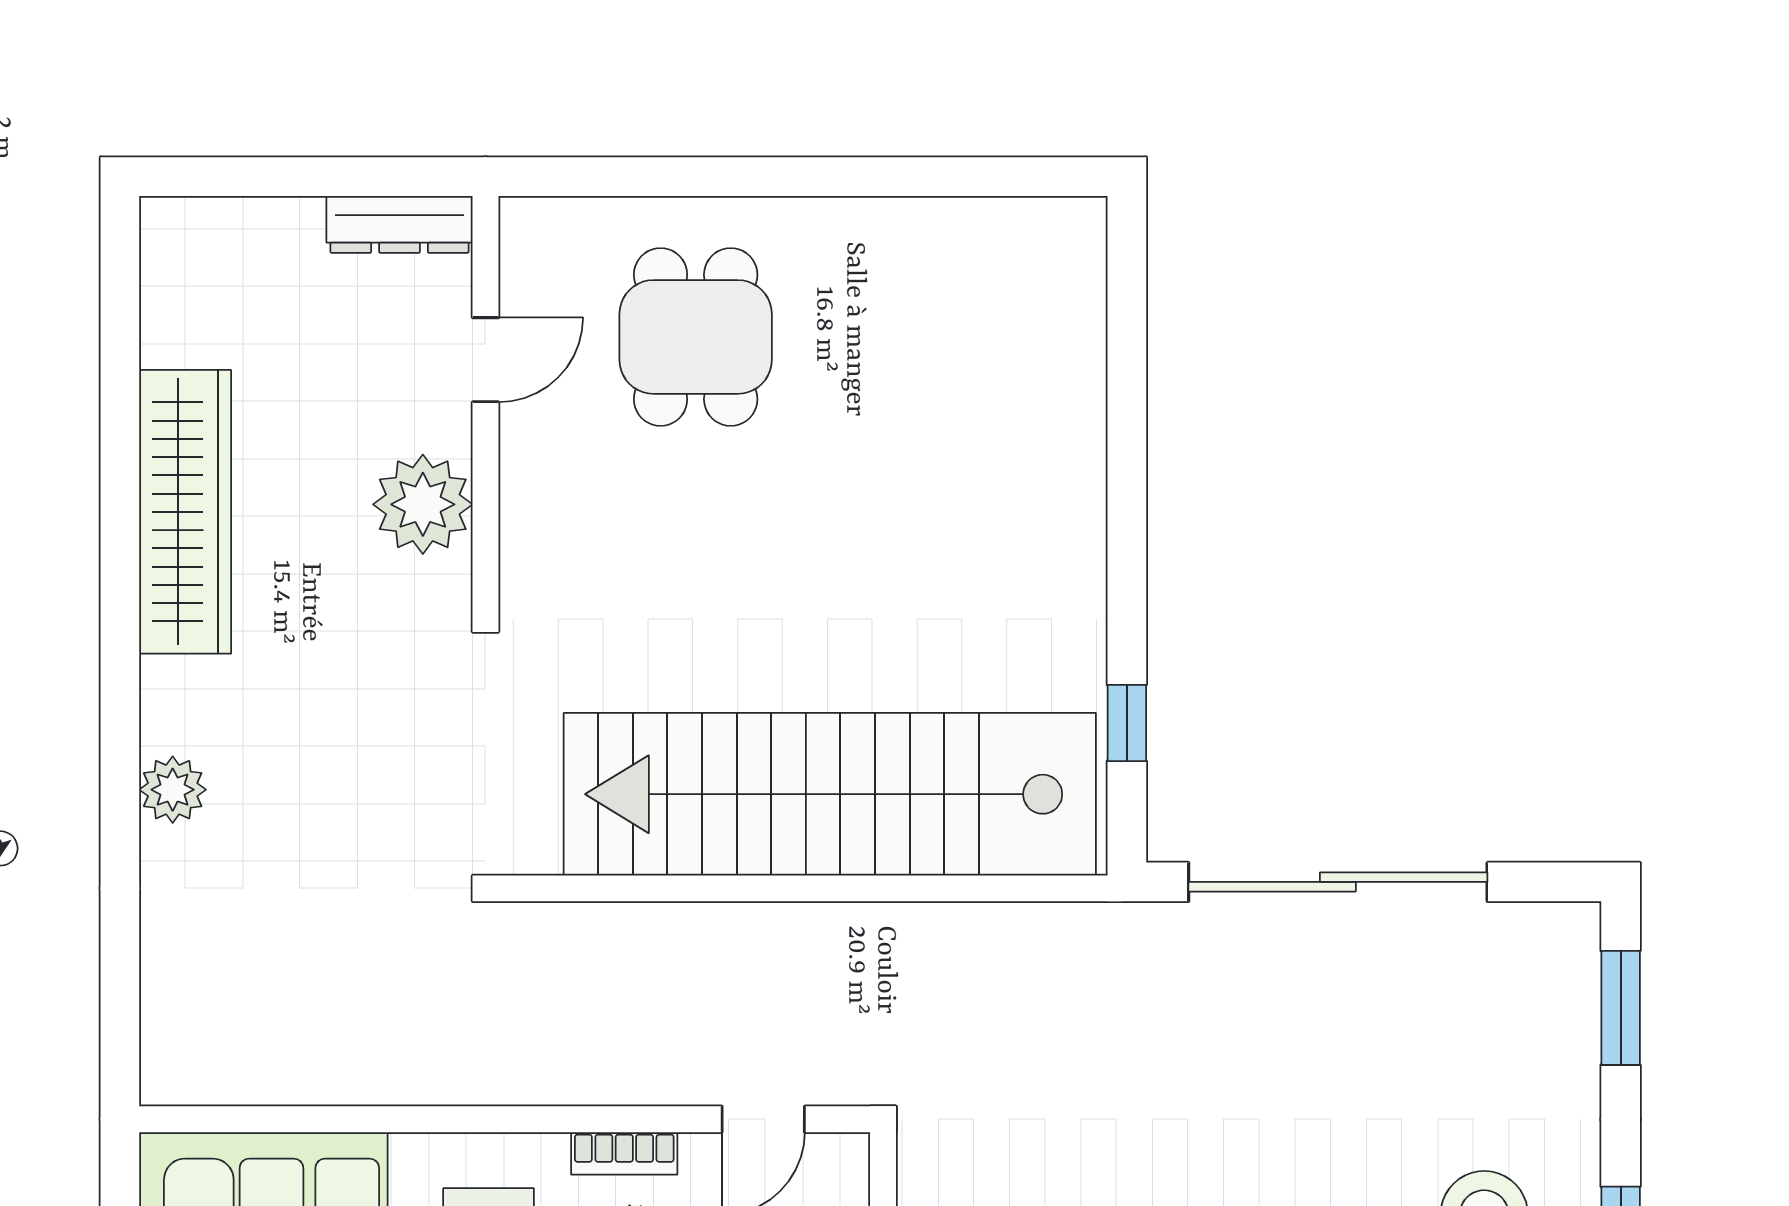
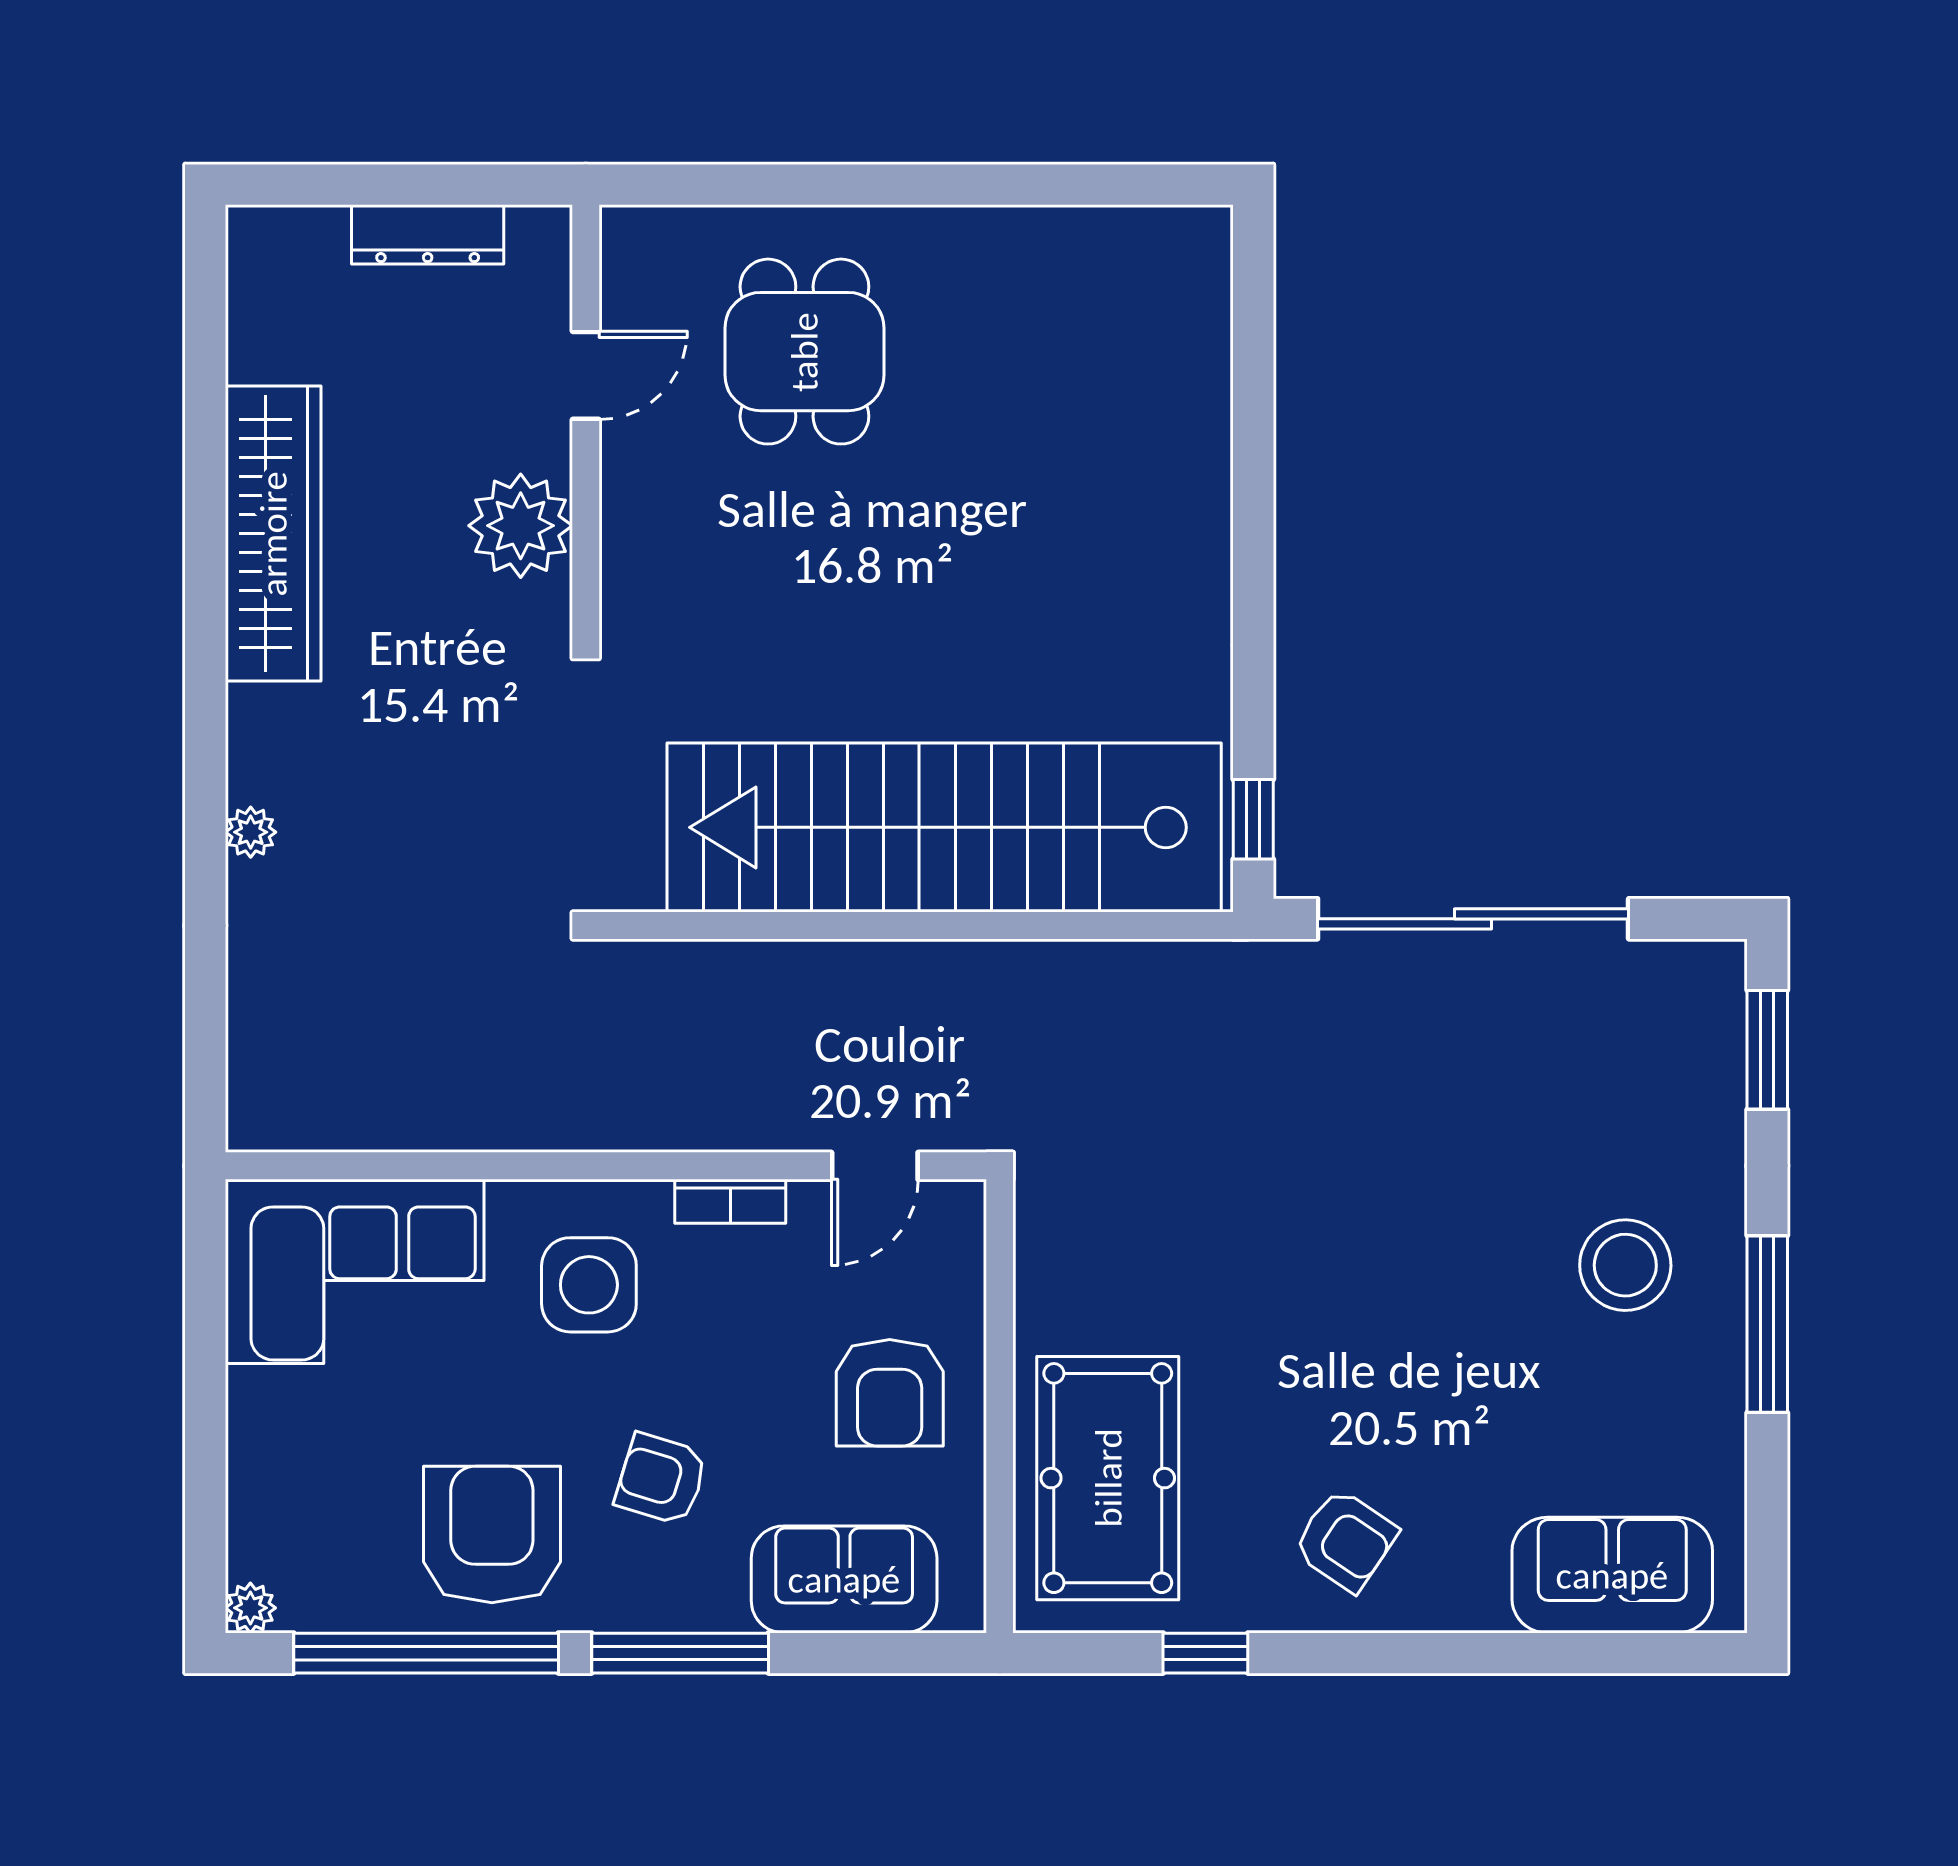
dresser: (400, 224) -> (428, 234), moved
window: (1127, 723) -> (1253, 819), moved
plant: (173, 790) -> (251, 832), width x0.73, depth x0.73

